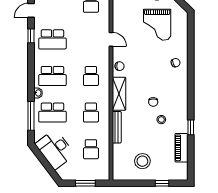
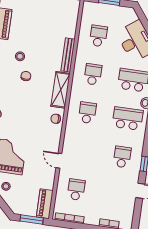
school desk: (52, 39) -> (122, 157), width x0.54
door: (111, 39) -> (59, 161), moved
stool: (142, 161) -> (46, 16), removed

